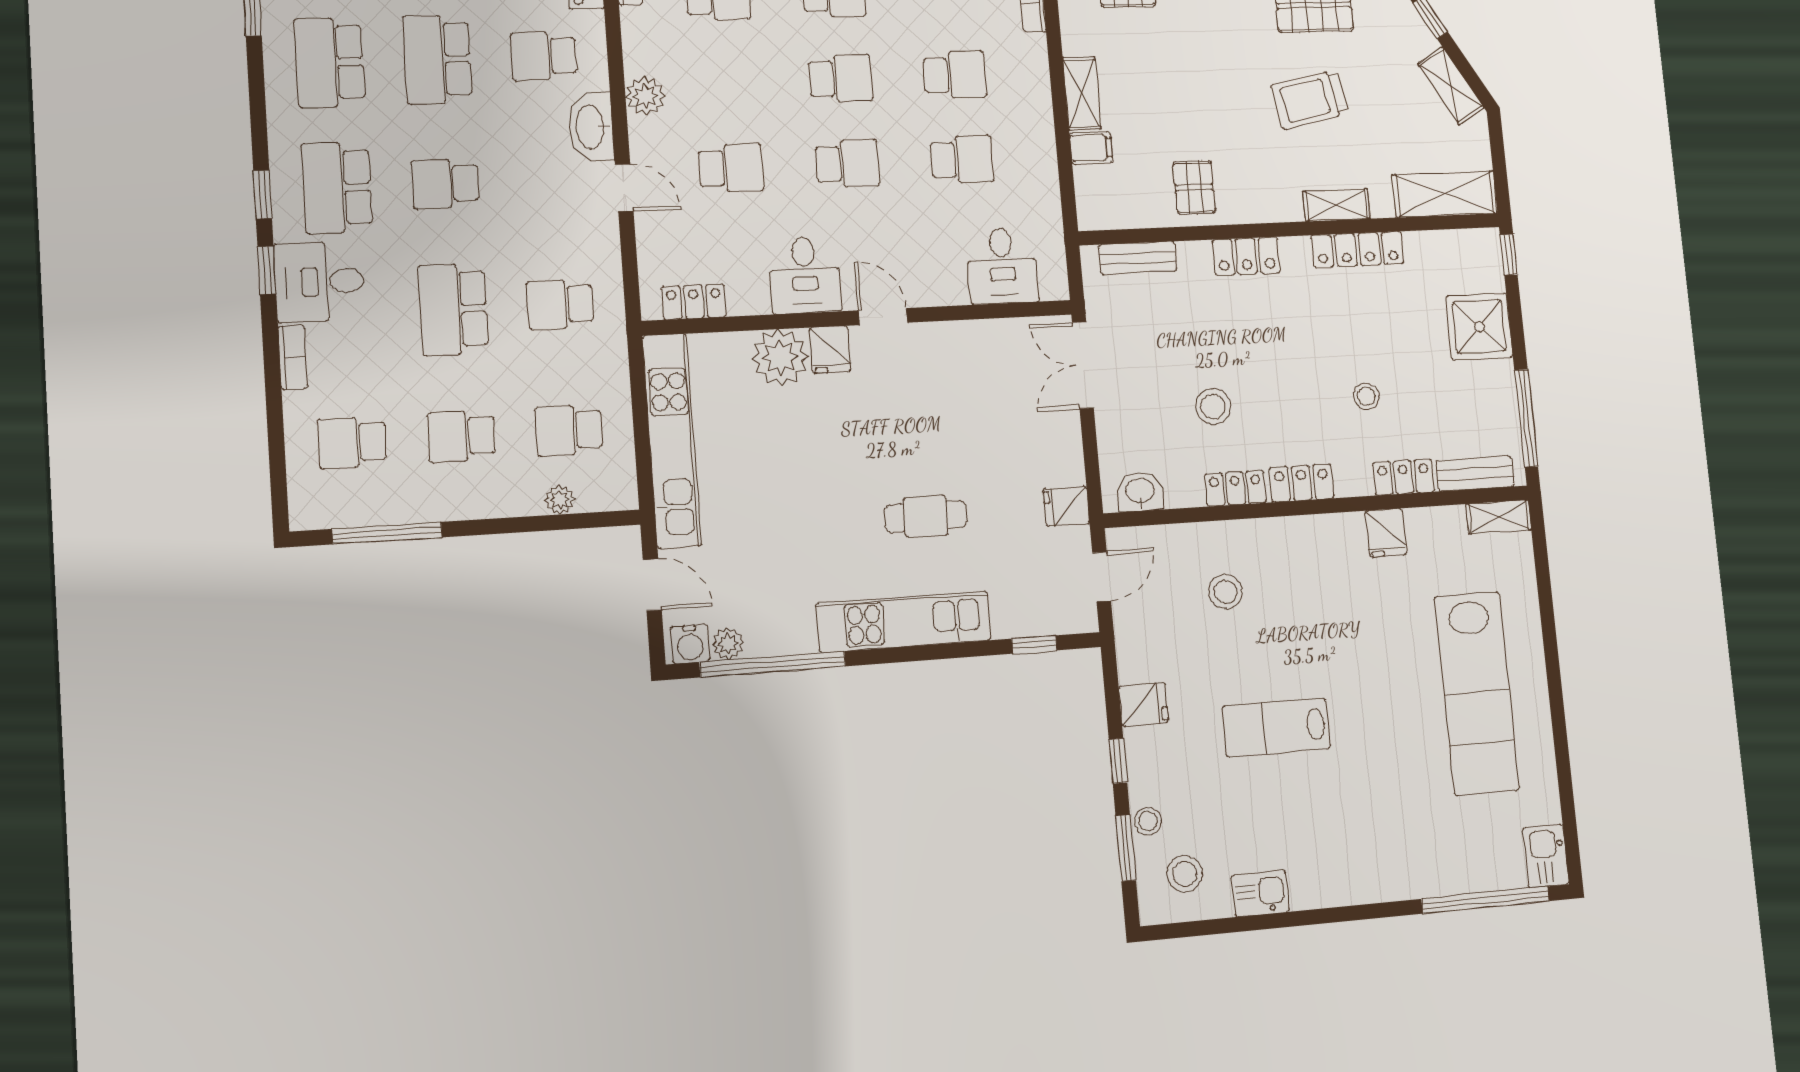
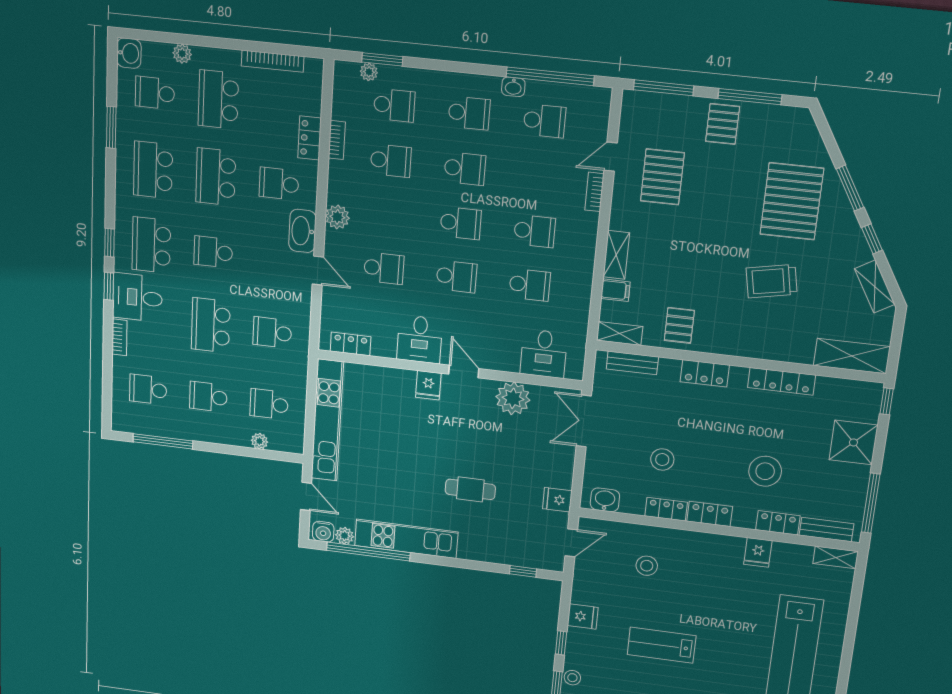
shelving: (1336, 205) -> (620, 333), moved
plant: (780, 357) -> (513, 398), moved
stool: (1366, 396) -> (765, 471), width x1.89, depth x1.89
kitchen unit: (904, 622) -> (406, 539), moved

